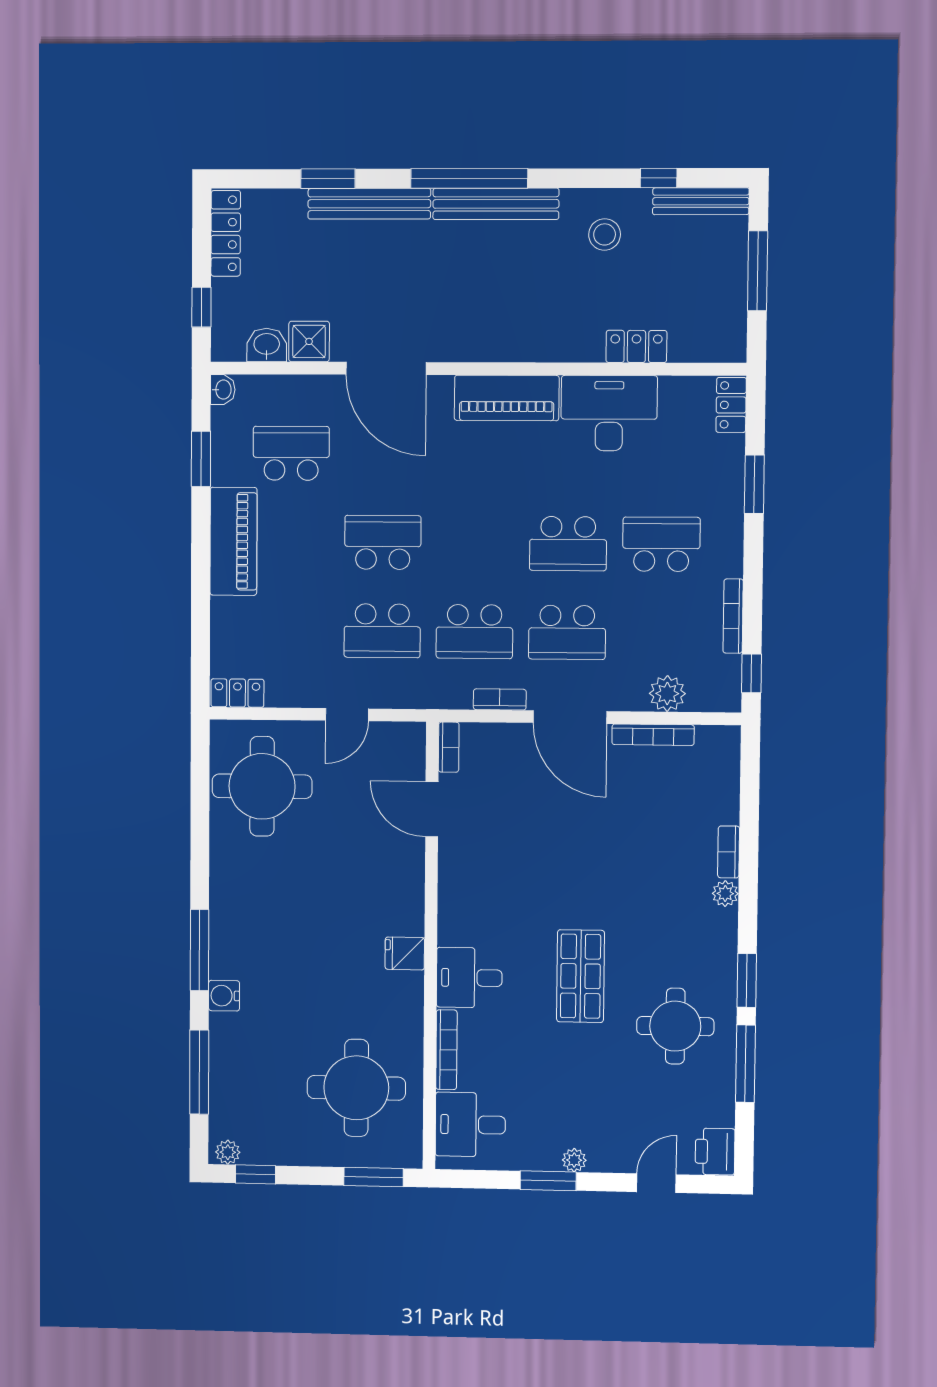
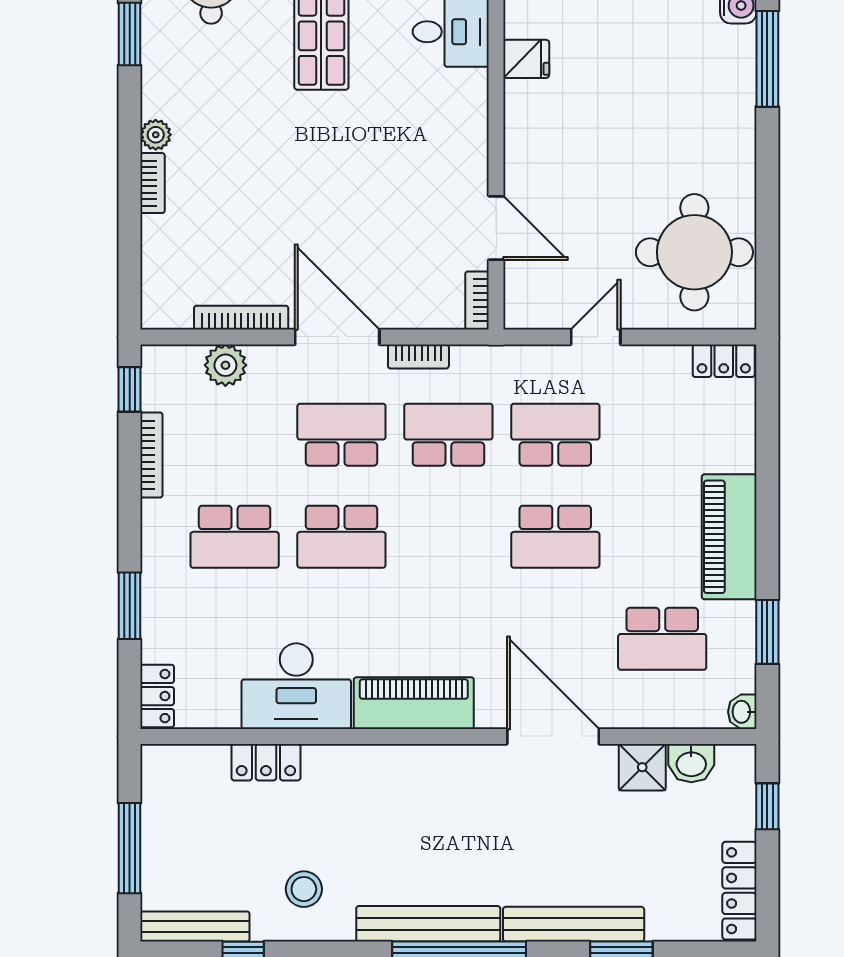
school desk: (568, 544) -> (341, 537), turned 180

